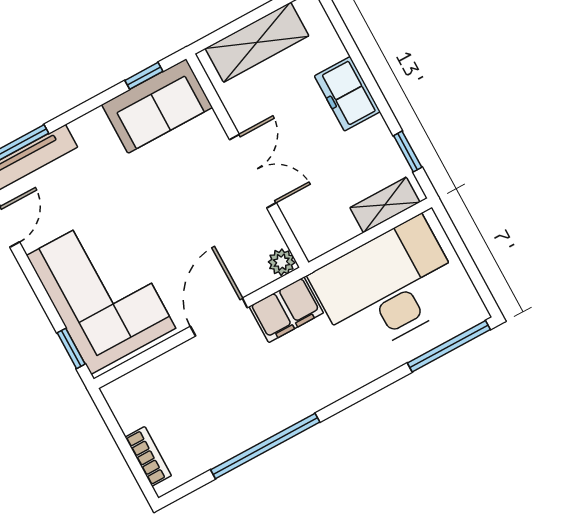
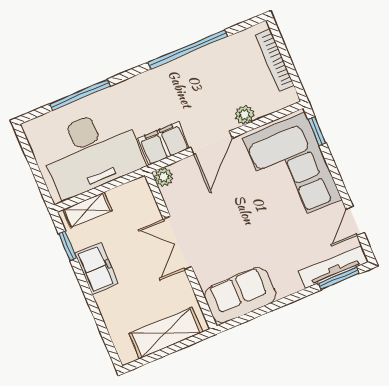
window: (144, 76) -> (247, 317), removed
freezer: (347, 94) -> (97, 268), moved
window: (449, 346) -> (80, 95), moved
plant: (176, 362) -> (244, 115), added
bookcase: (148, 456) -> (275, 60), width x1.56

